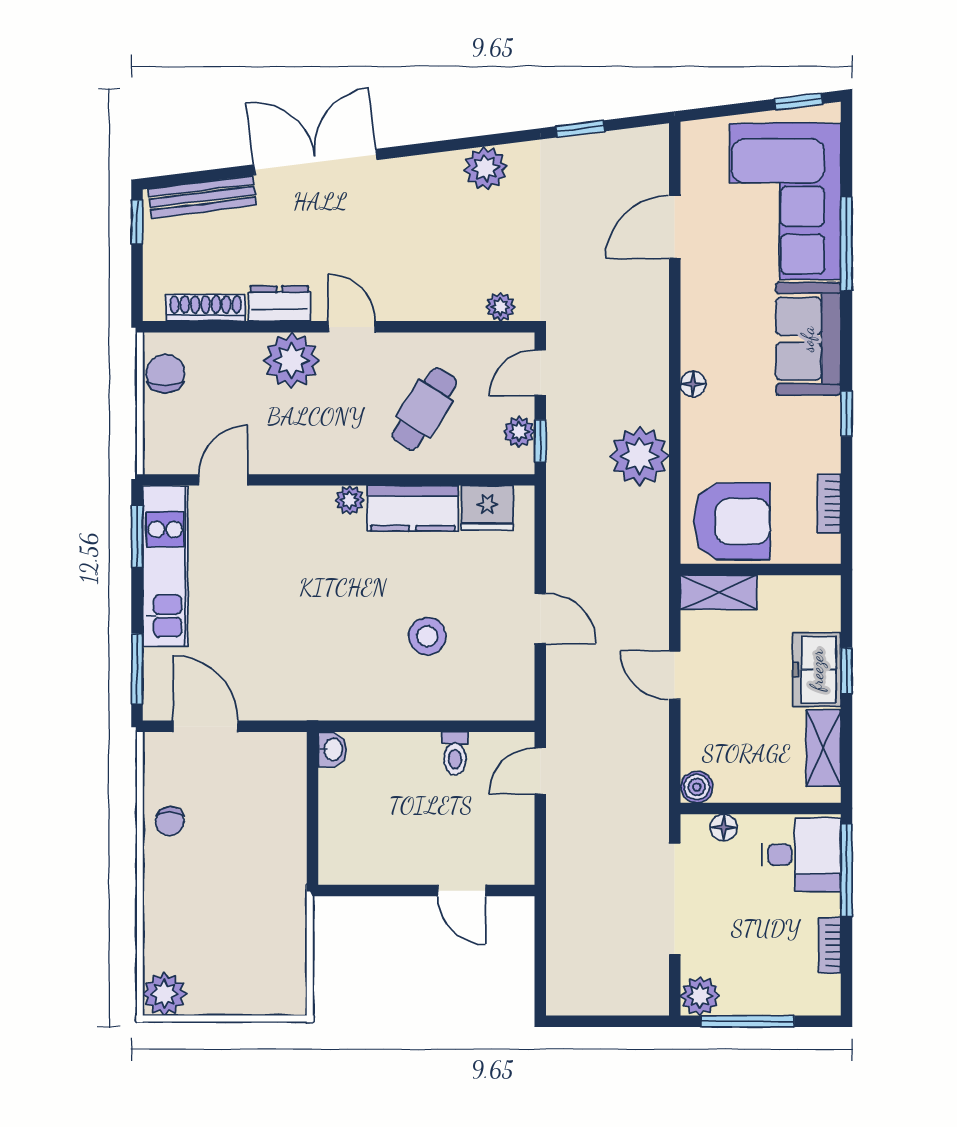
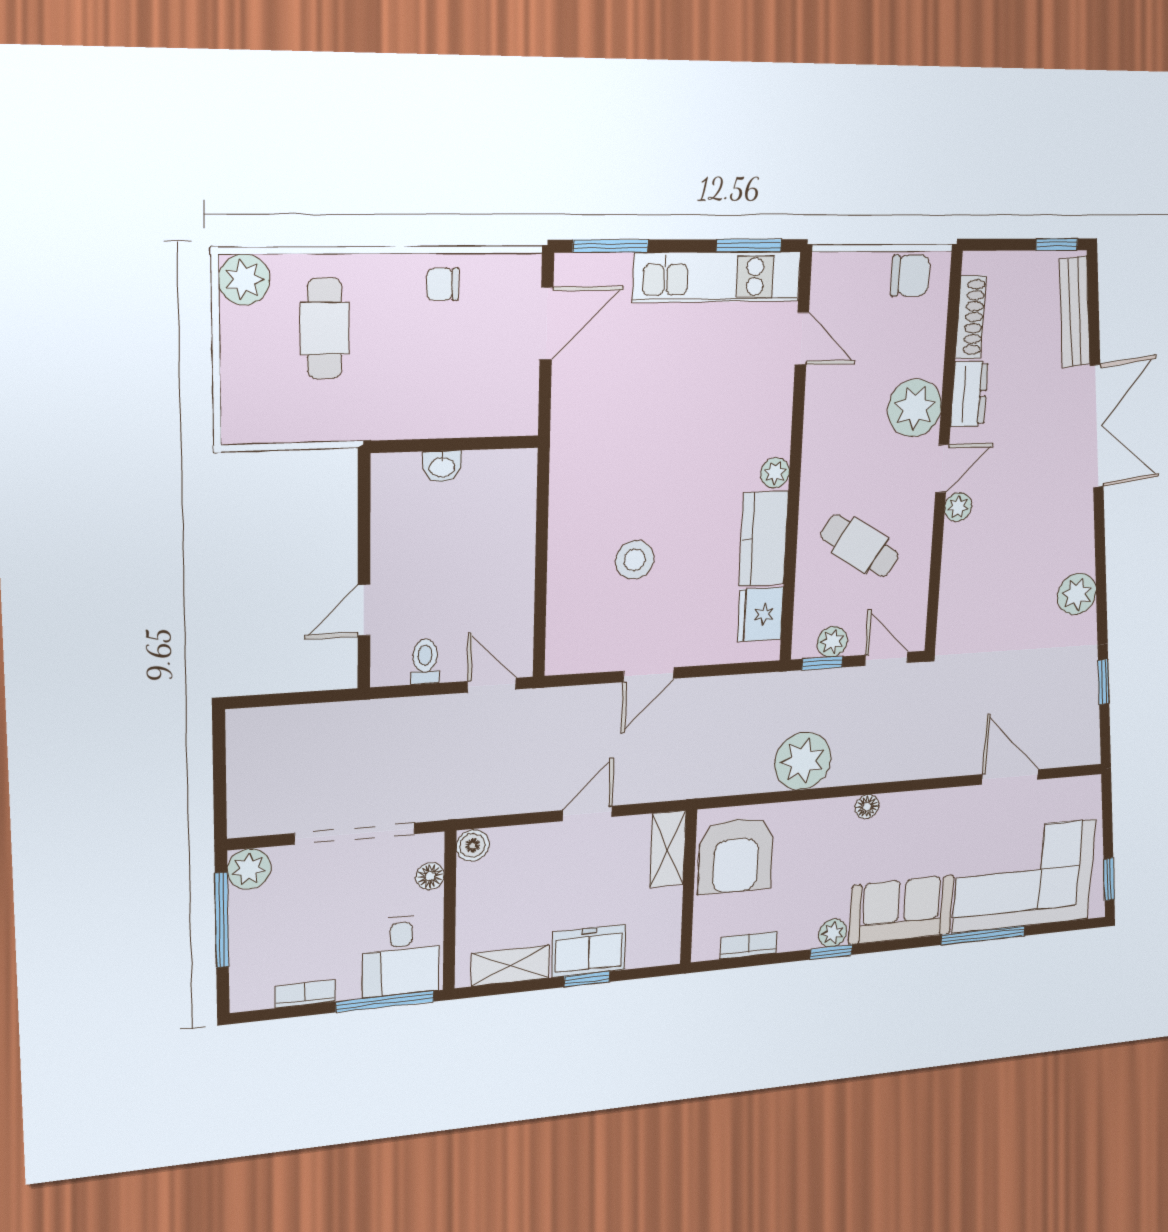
plant: (501, 307) -> (958, 507), moved
plant: (826, 413) -> (833, 933), added
washbasin: (332, 750) -> (442, 466), moved
toilet: (455, 753) -> (425, 661), moved, turned 90
cafe table: (207, 925) -> (325, 328), added

